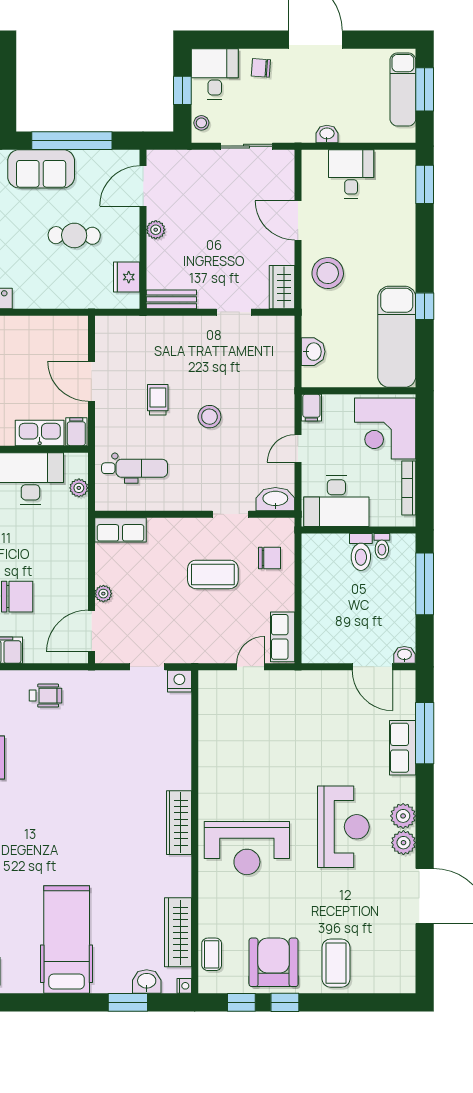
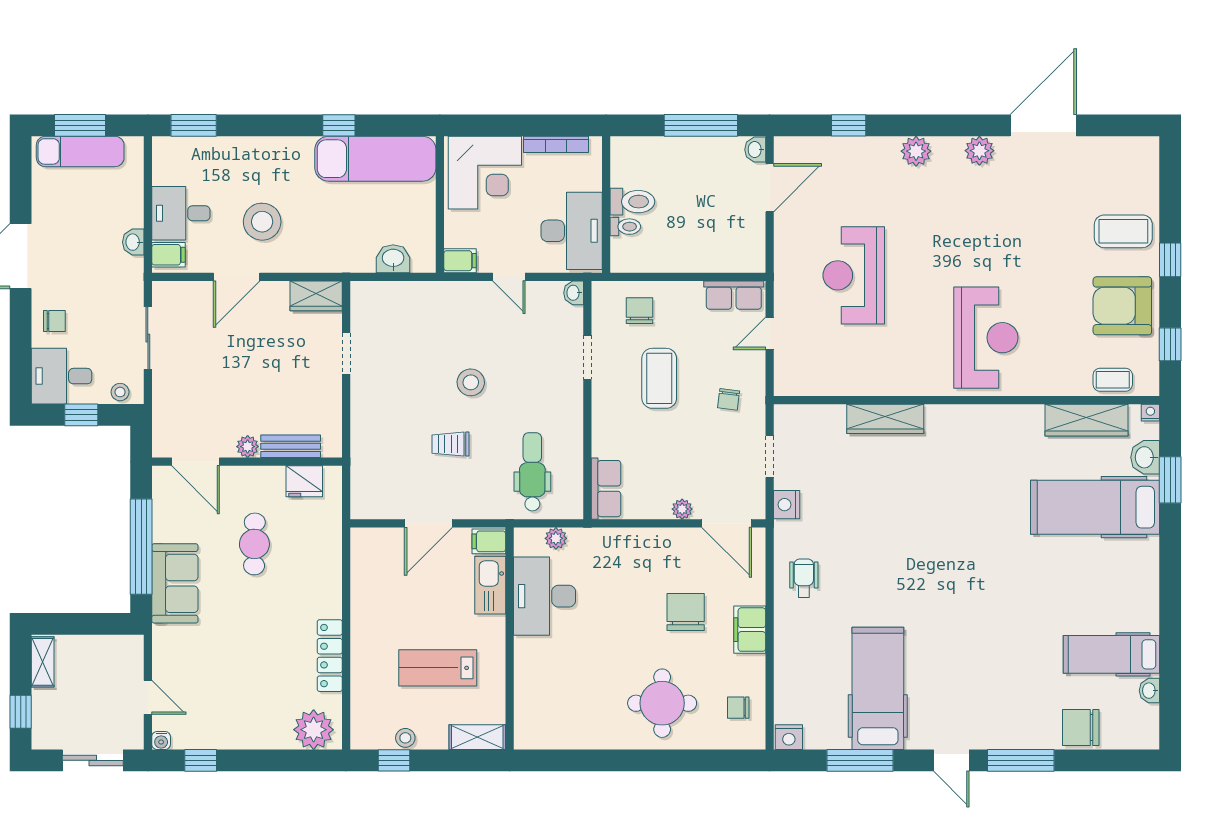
chair: (261, 68) -> (54, 321), turned -94
filing cabinet: (316, 163) -> (168, 255), added
stool: (328, 273) -> (262, 222), moved
bench: (171, 299) -> (291, 446), moved, turned 90
washbasin: (275, 499) -> (574, 293), width x0.52, depth x0.69
toilet: (382, 546) -> (625, 227), moved
window: (425, 584) -> (701, 125), moved
chair: (195, 633) -> (729, 399), added
door: (251, 667) -> (770, 333), hinge flipped
nightstand: (179, 681) -> (787, 505), moved
window: (425, 733) -> (849, 125), width x0.46
row of seats: (403, 748) -> (866, 152), removed
plant: (403, 816) -> (916, 151), moved
wardrobe: (179, 823) -> (885, 419), moved
reception desk: (343, 827) -> (854, 275), moved, turned -90
hospital bed: (67, 939) -> (1095, 507), moved
window: (285, 1002) -> (1170, 260), moved

